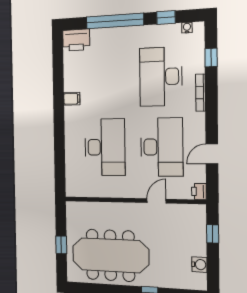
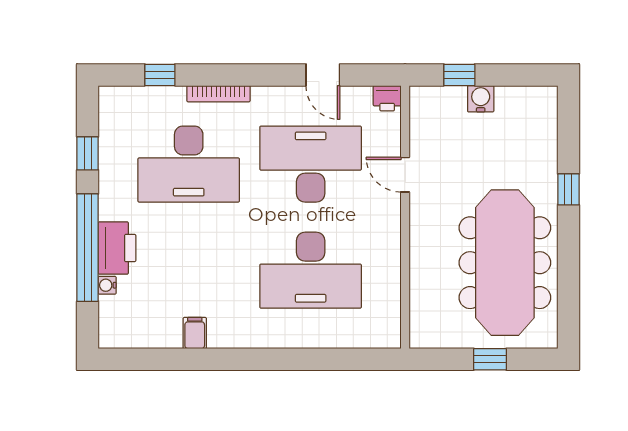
water cooler: (187, 28) -> (107, 285), moved
printer: (76, 40) -> (117, 248), moved
filing cabinet: (72, 99) -> (195, 333), moved
desk: (105, 147) -> (311, 270), turned 180
water cooler: (199, 265) -> (481, 99), moved

